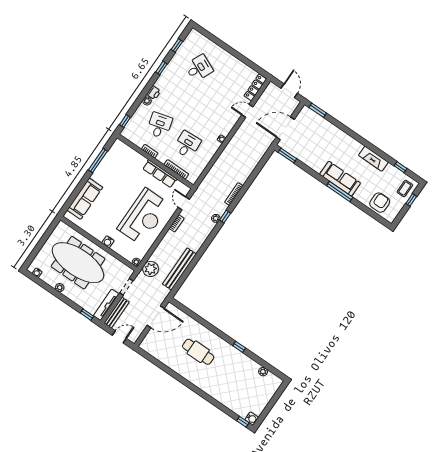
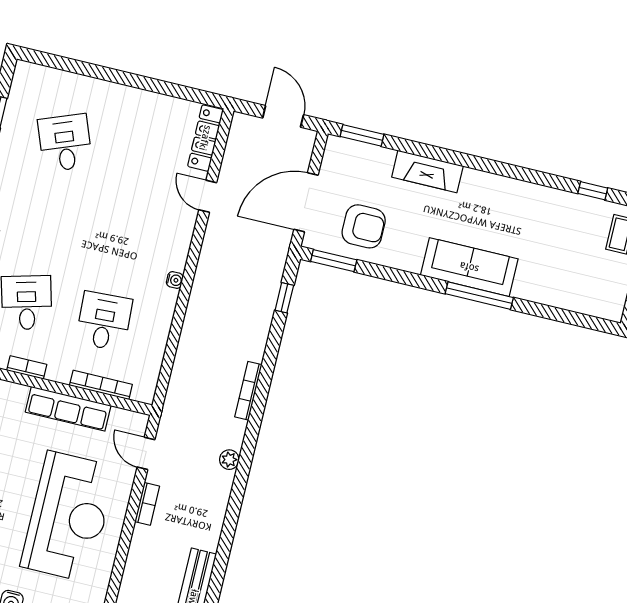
desk: (199, 68) -> (65, 143), turned -45
door: (247, 111) -> (208, 196), hinge flipped
fireplace: (373, 159) -> (427, 172), moved
armchair: (380, 203) -> (364, 226), moved, turned 90
window: (225, 217) -> (284, 298), moved

